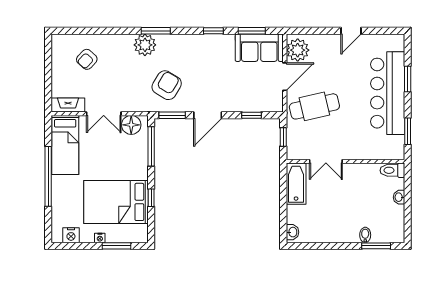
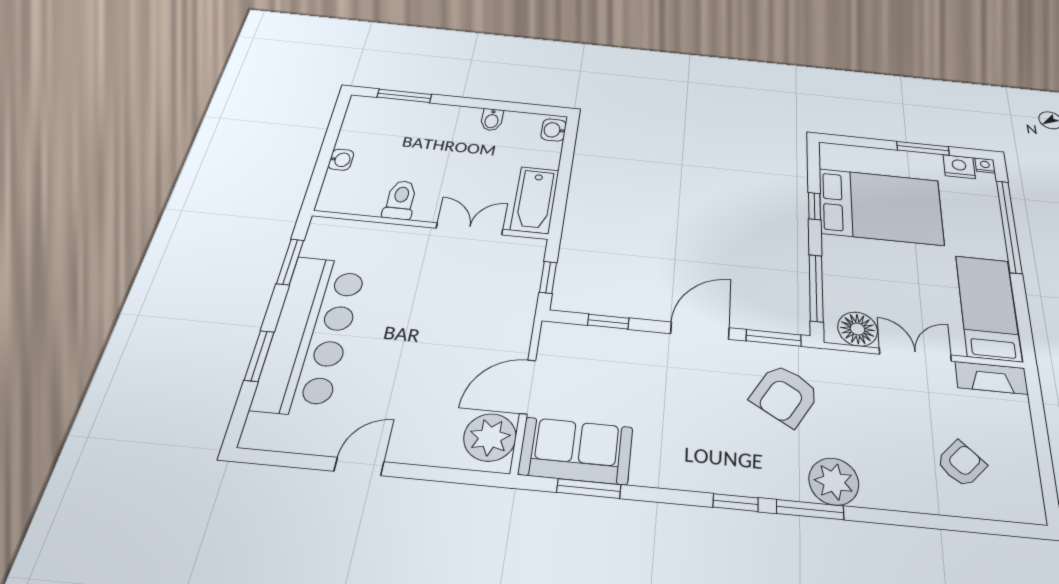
window: (213, 31) -> (736, 503), moved
cafe table: (314, 106) -> (474, 325), removed
toilet: (392, 170) -> (400, 200), moved, turned -90
window: (48, 176) -> (1009, 226), moved
bidet: (365, 235) -> (492, 120), moved
nightstand: (100, 238) -> (985, 166), moved
window: (116, 246) -> (923, 148), moved

